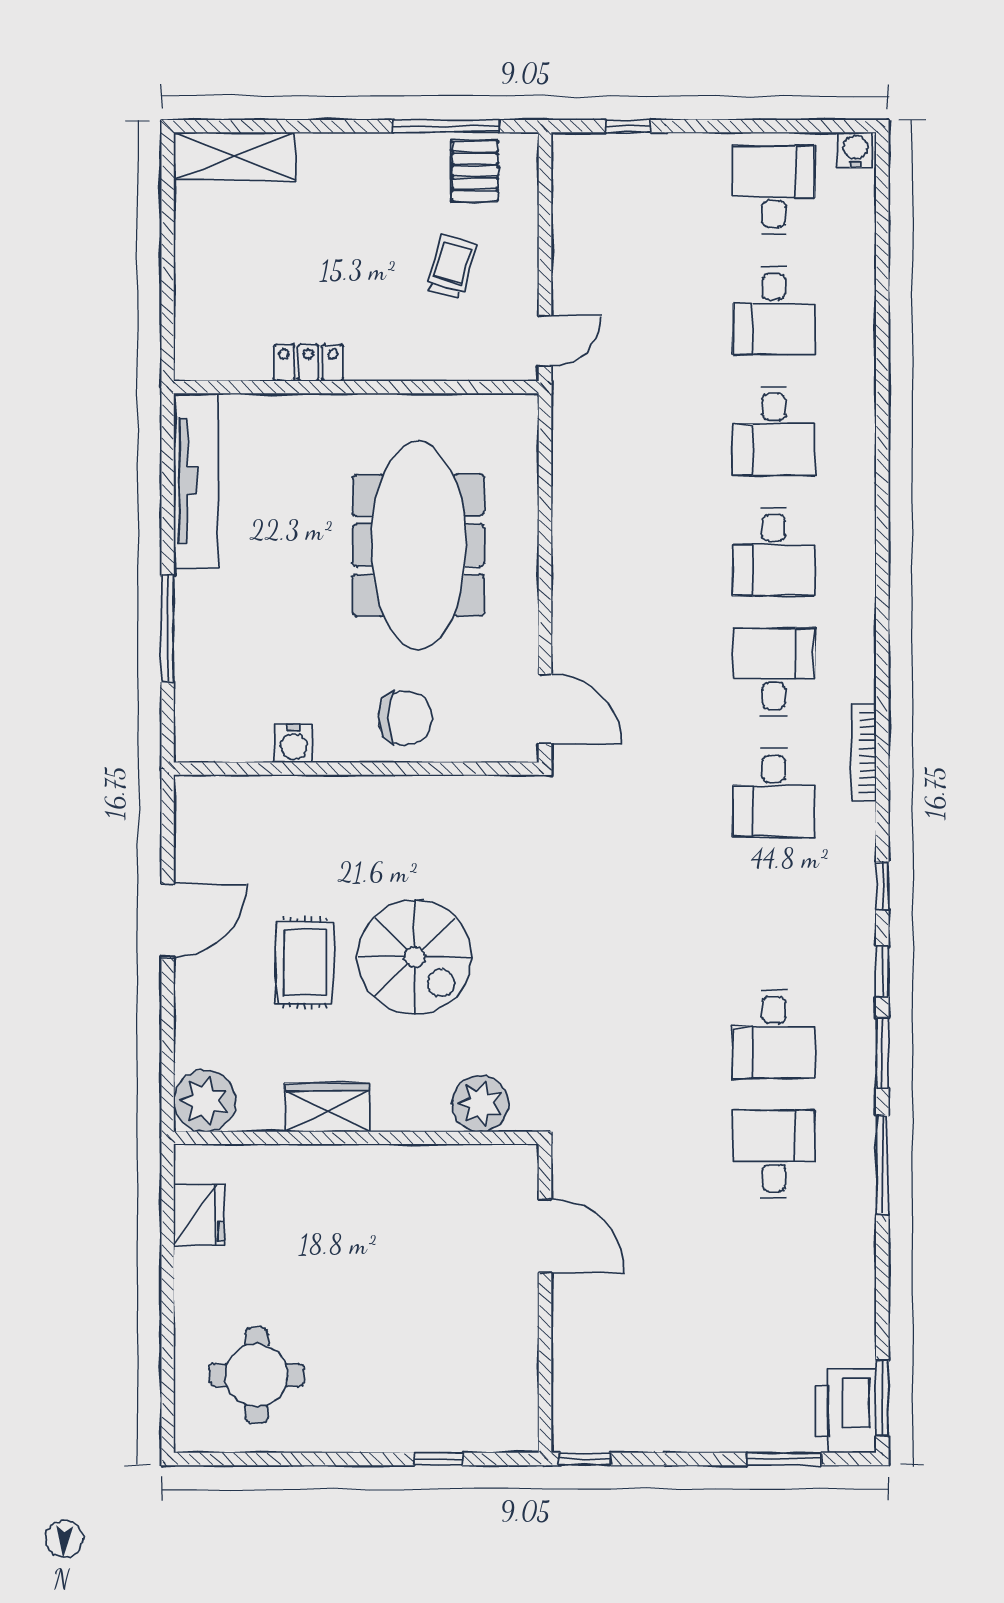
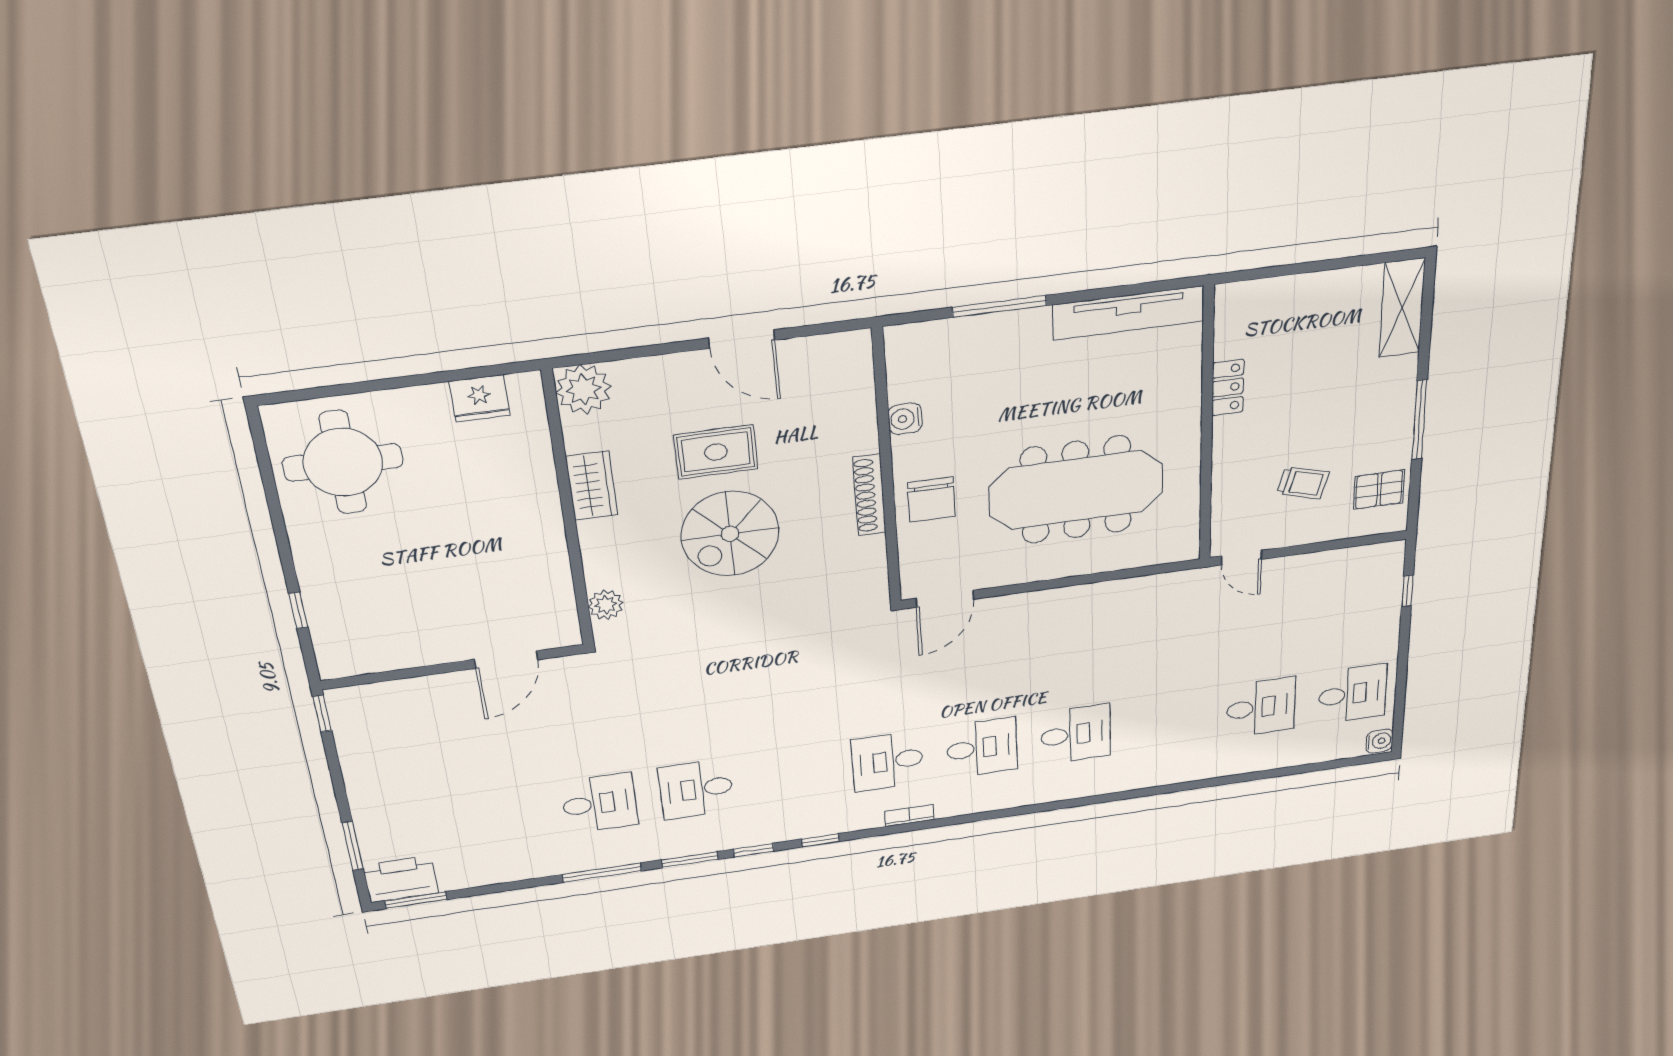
window: (446, 126) -> (1419, 420), moved
desk: (774, 311) -> (1261, 707), turned 180
desk: (774, 431) -> (1169, 721), removed
desk: (774, 552) -> (1076, 734), turned 180
bookcase: (864, 752) -> (909, 816), width x0.64
shoe rack: (388, 791) -> (869, 495), added
plant: (481, 1104) -> (606, 605), width x0.73, depth x0.73
round table: (256, 1375) -> (343, 462), width x1.36, depth x1.36

